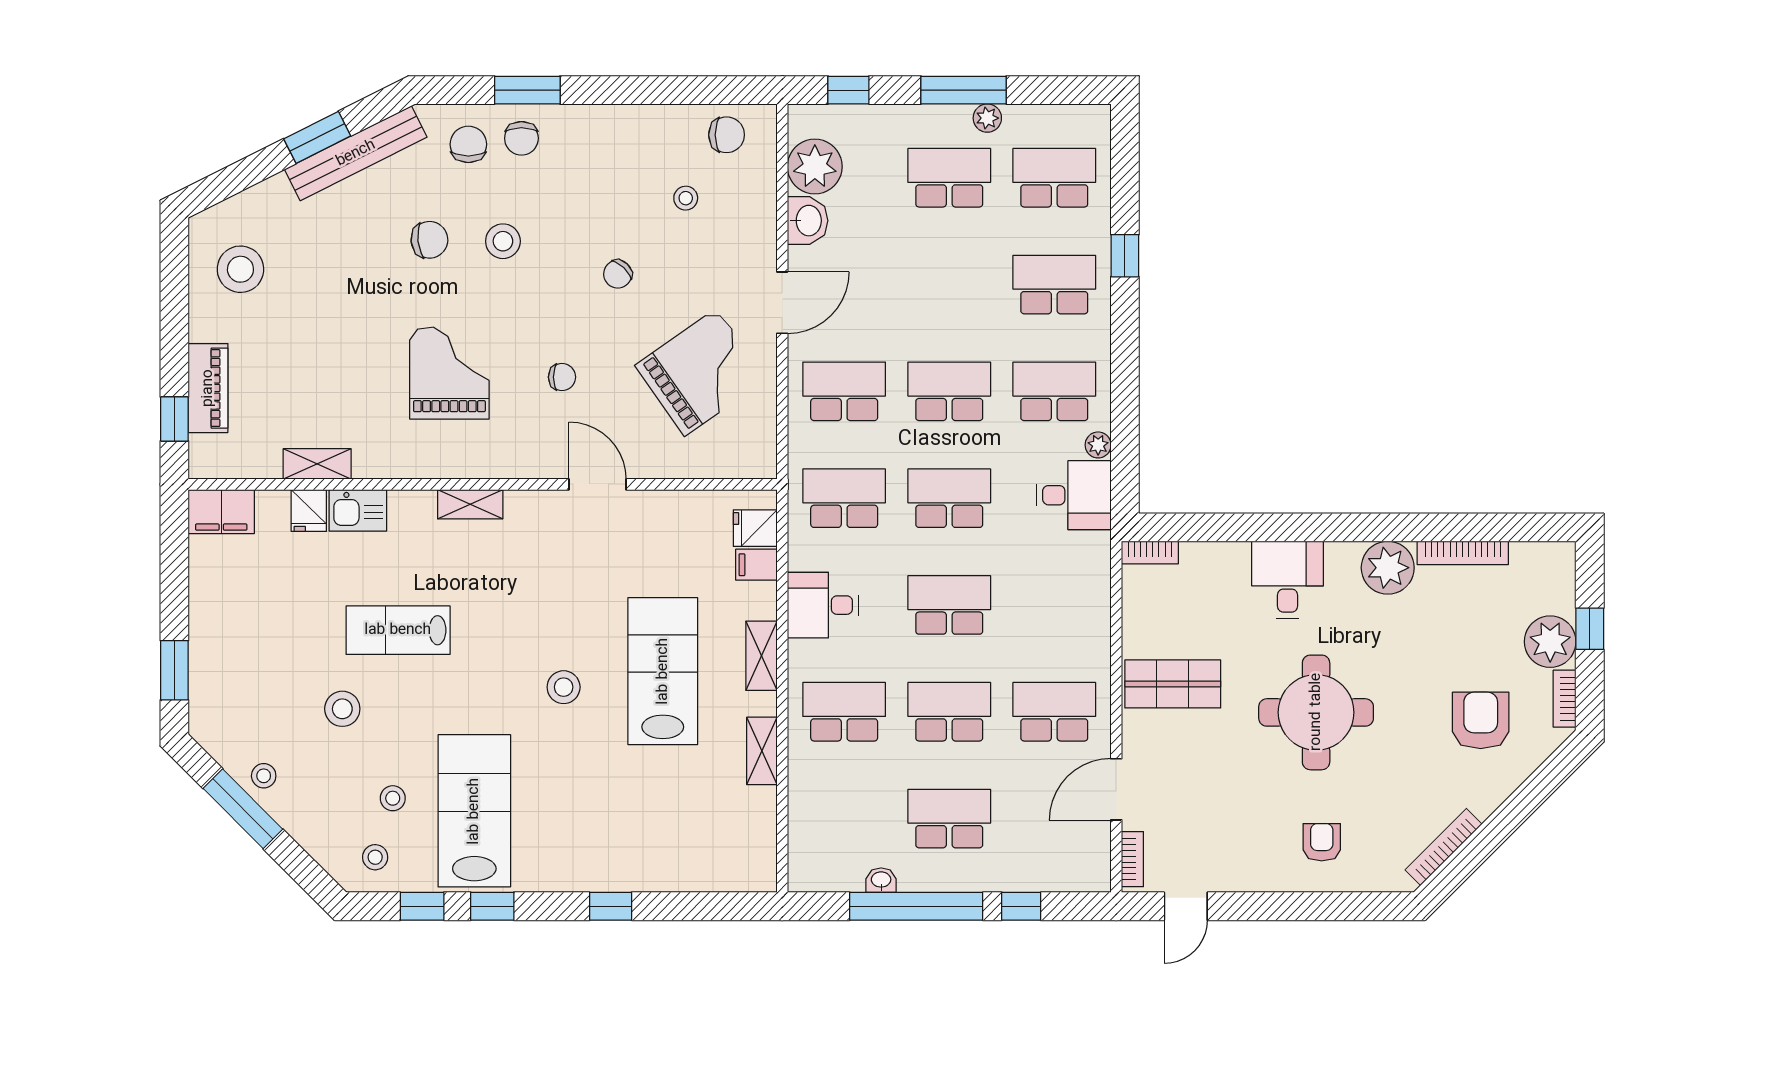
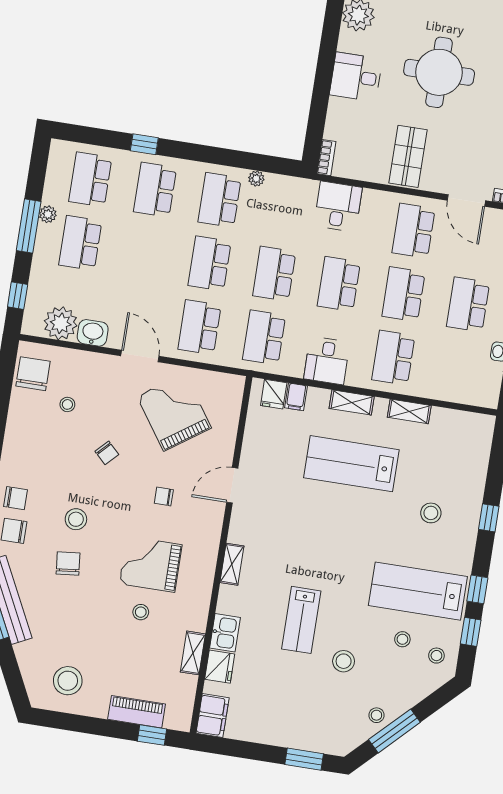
chair: (727, 135) -> (33, 374), width x1.37, depth x1.37
stool: (370, 369) -> (141, 612), added
chair: (562, 377) -> (164, 496), turned -90
desk: (1074, 495) -> (338, 207), moved
fridge: (309, 511) -> (220, 667), width x1.38
stool: (564, 687) -> (431, 513), moved

